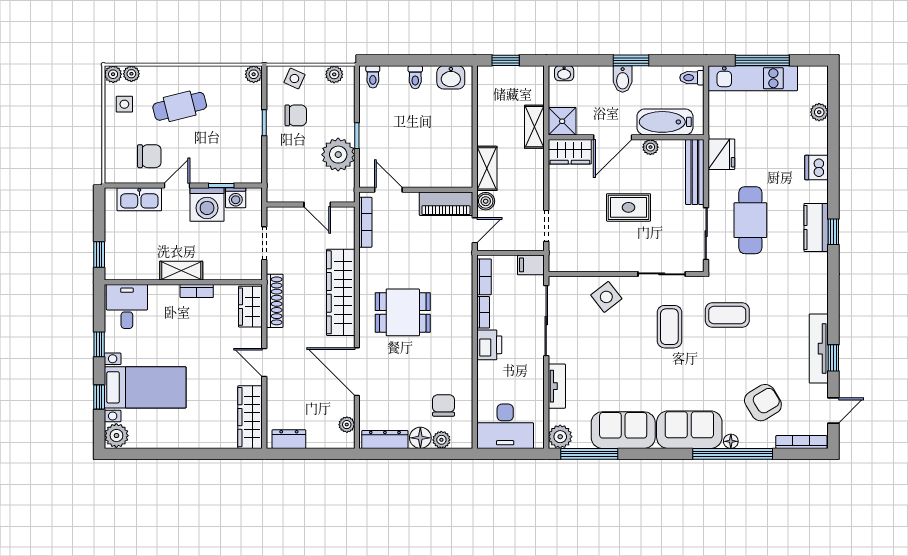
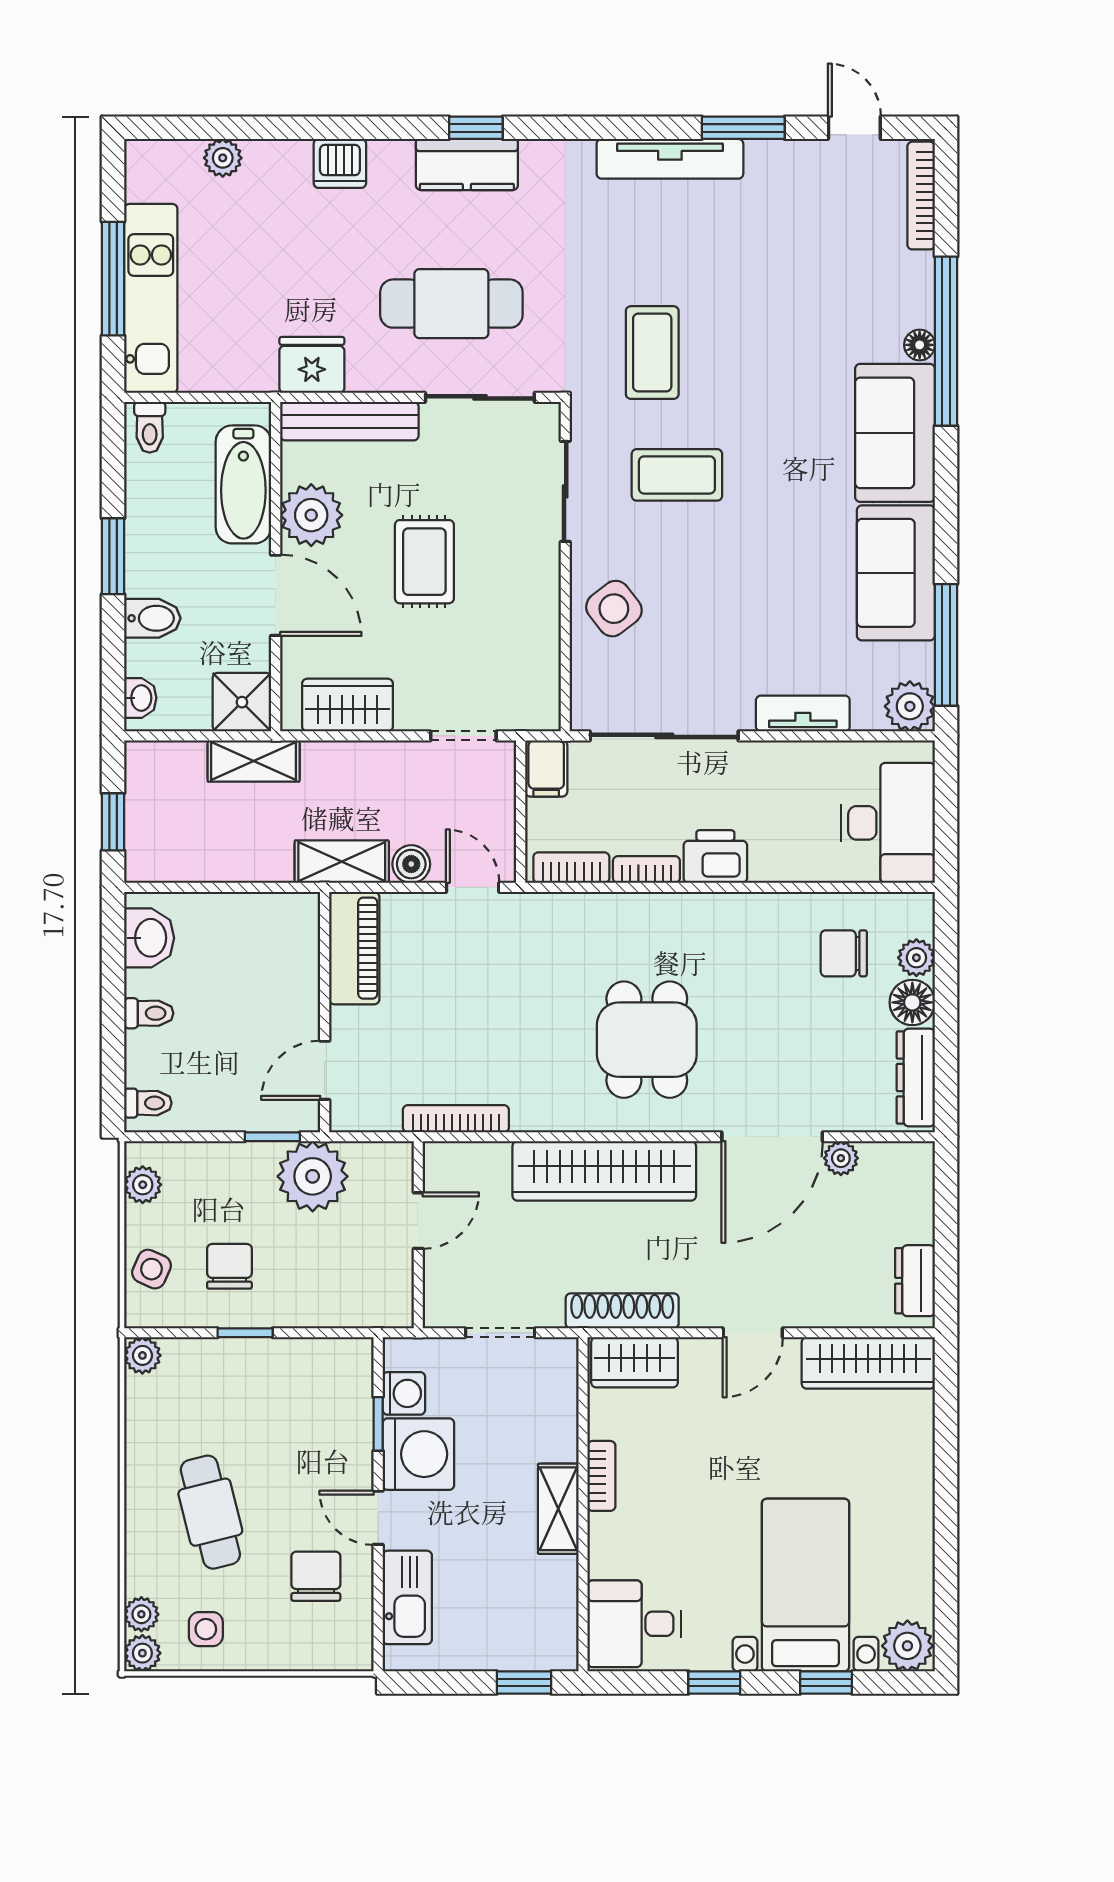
bidet: (623, 79) -> (152, 618), moved
plant: (650, 147) -> (311, 515), width x1.87, depth x1.87
wardrobe: (570, 152) -> (348, 705), moved, turned -90
door: (388, 190) -> (325, 1070), moved
wall: (416, 190) -> (325, 1012), moved
piano: (446, 204) -> (354, 948), moved
tv unit: (819, 349) -> (670, 159), moved
window: (833, 358) -> (743, 128), width x1.50
armchair: (763, 403) -> (838, 277), removed
plant: (347, 425) -> (841, 1158), moved

